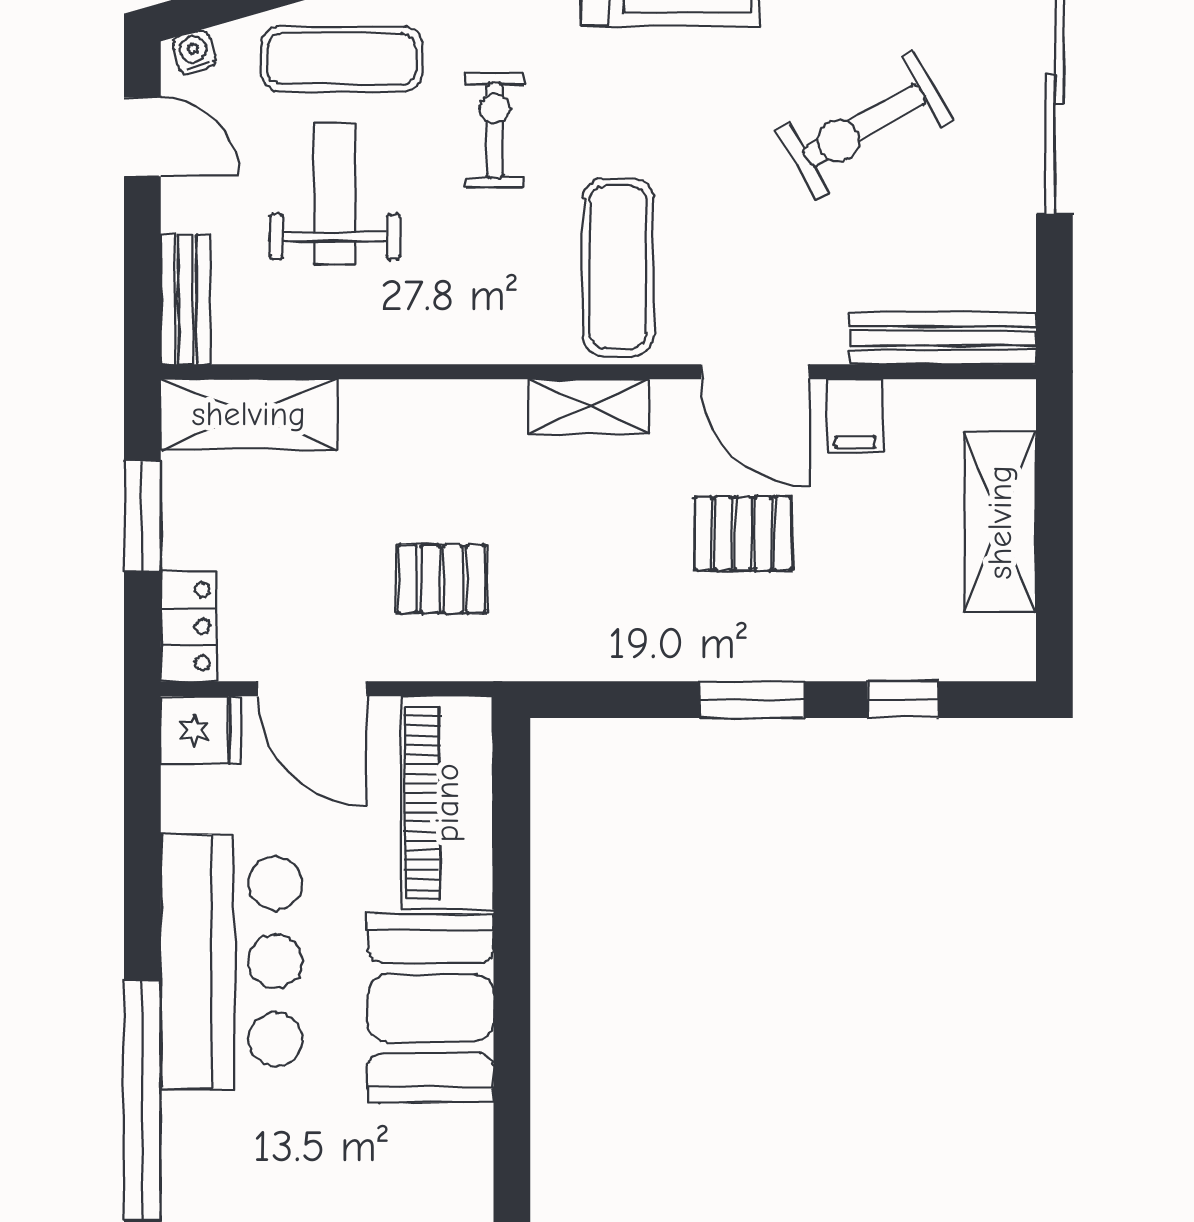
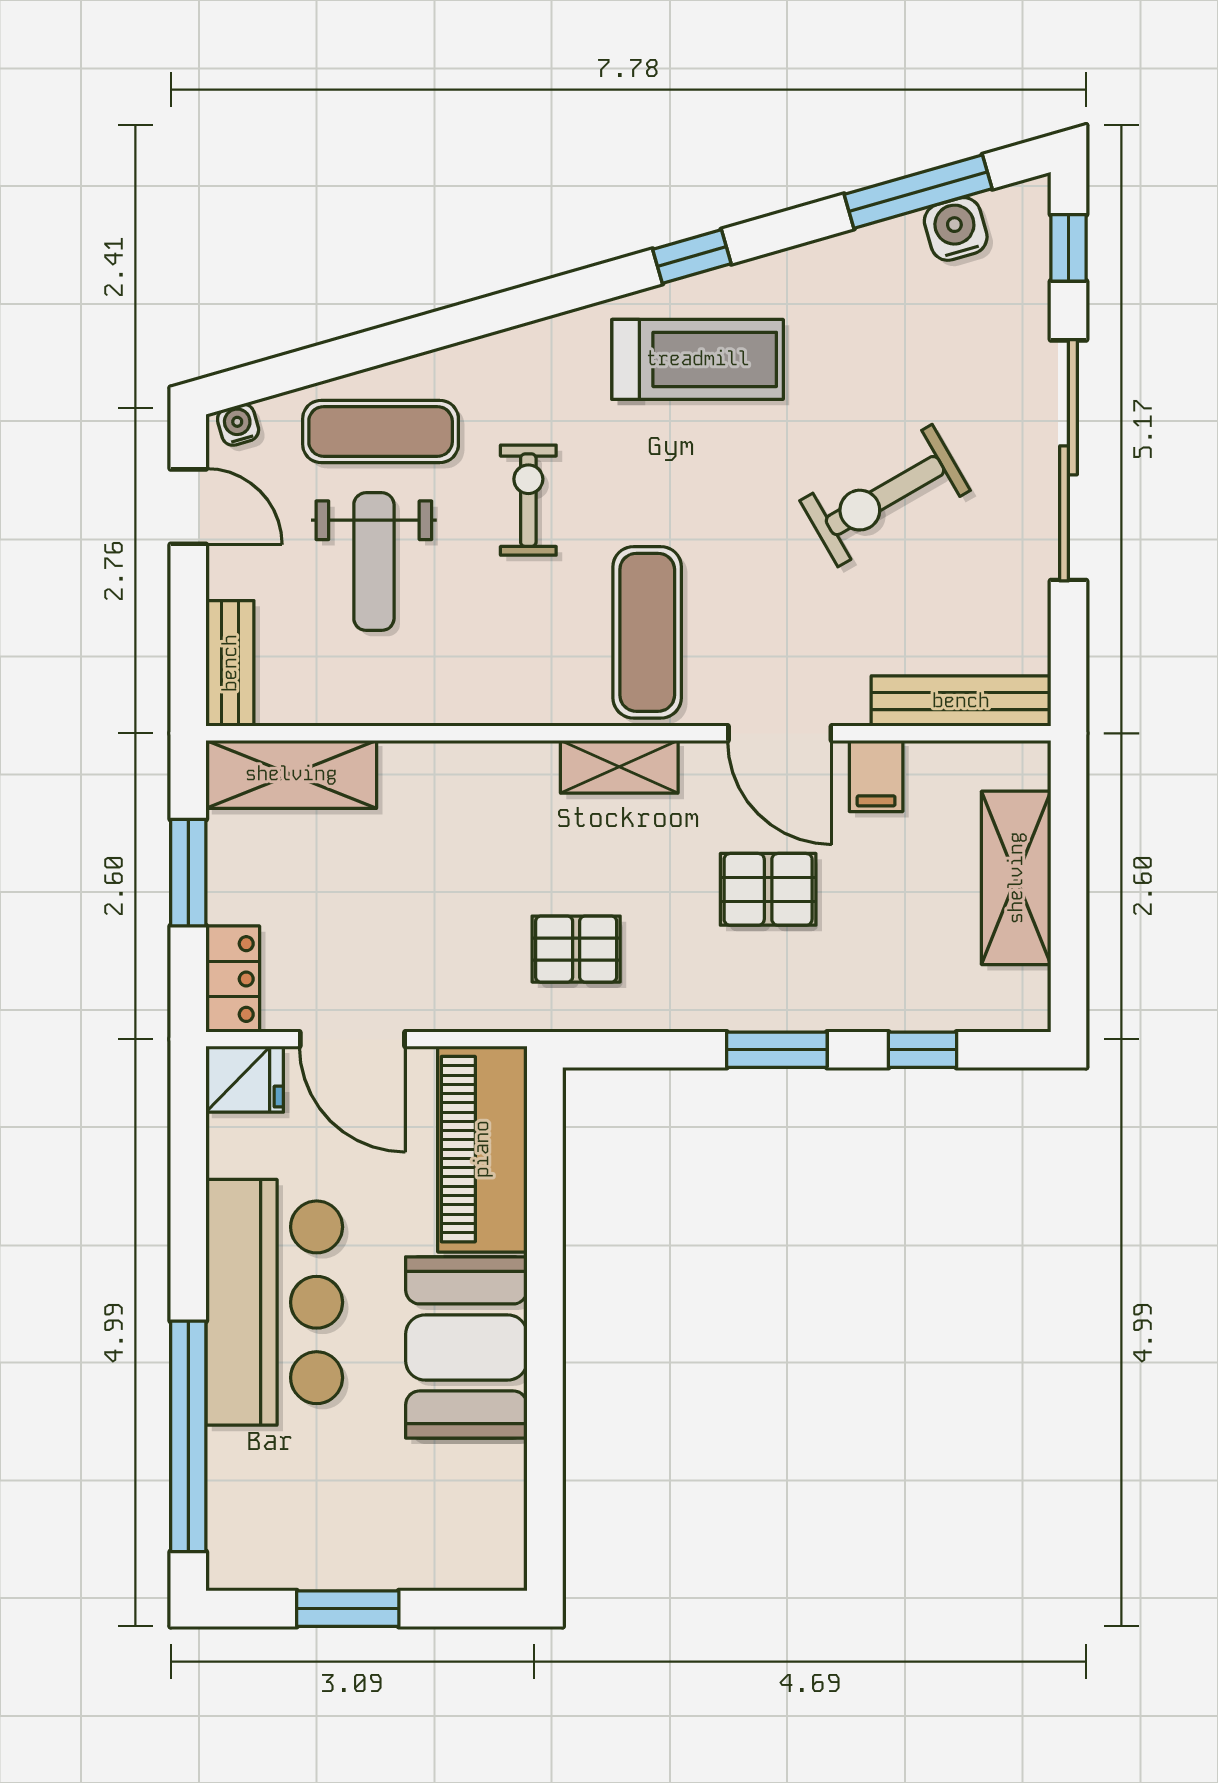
weight bench: (335, 194) -> (374, 562), turned 180
pallet: (442, 579) -> (576, 949), moved

